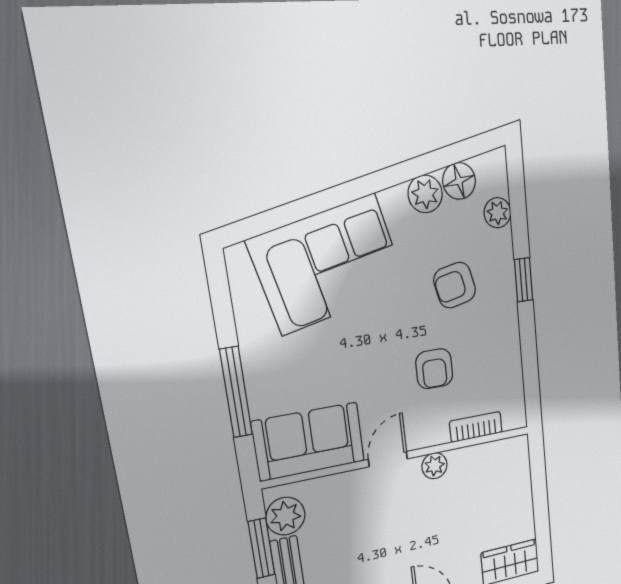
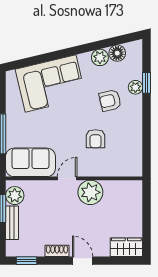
plant: (498, 213) -> (135, 87), moved
window: (524, 280) -> (146, 83), moved
bookcase: (476, 427) -> (114, 171), removed
plant: (435, 466) -> (90, 192), width x1.88, depth x1.88

